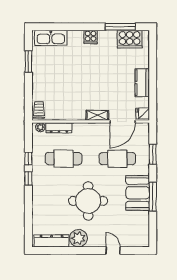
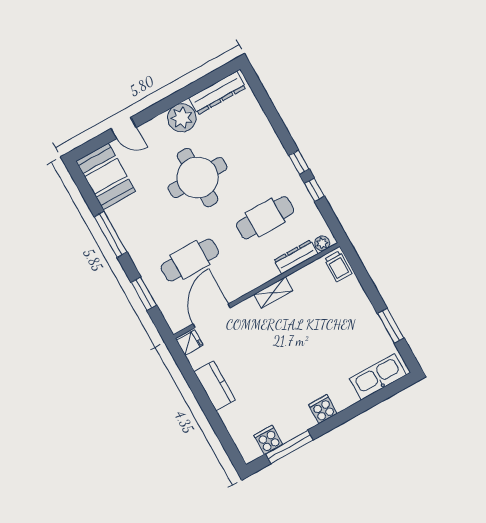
cooker: (130, 39) -> (268, 440), width x0.53, depth x0.76
shelving: (97, 115) -> (273, 293), moved
booth: (138, 193) -> (106, 176), moved

